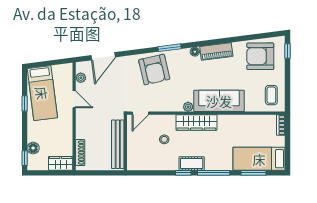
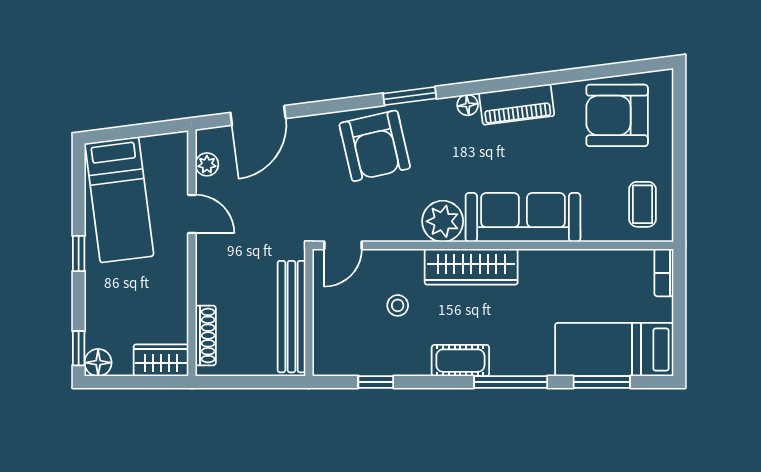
window: (287, 51) -> (679, 103), removed
window: (25, 103) -> (79, 253), moved
plant: (188, 107) -> (443, 221), width x1.87, depth x1.87
floor lamp: (33, 148) -> (98, 363), moved
window: (183, 173) -> (376, 382), moved

